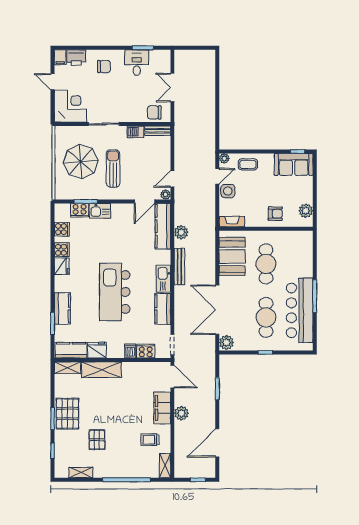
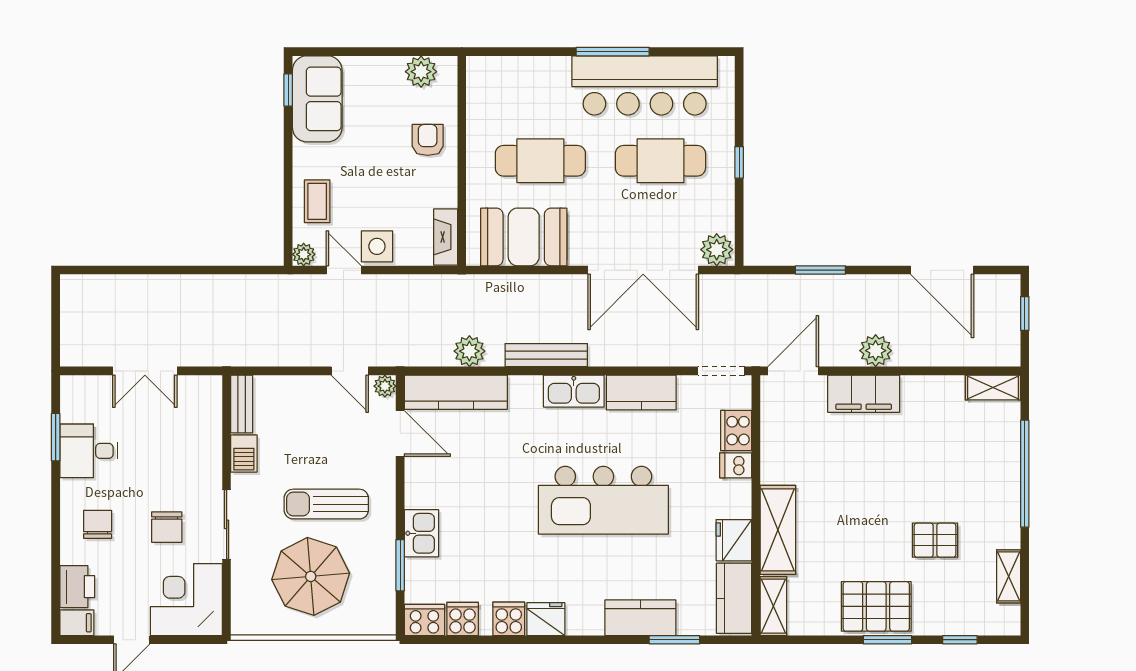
chair: (154, 112) -> (167, 527), moved
cooker: (80, 210) -> (424, 620), moved, turned -90
trolley: (150, 440) -> (935, 421), removed

